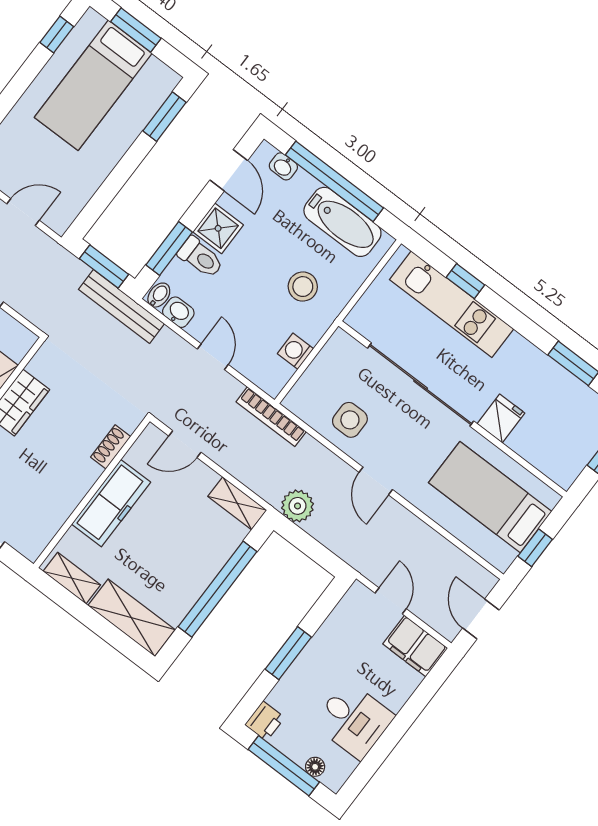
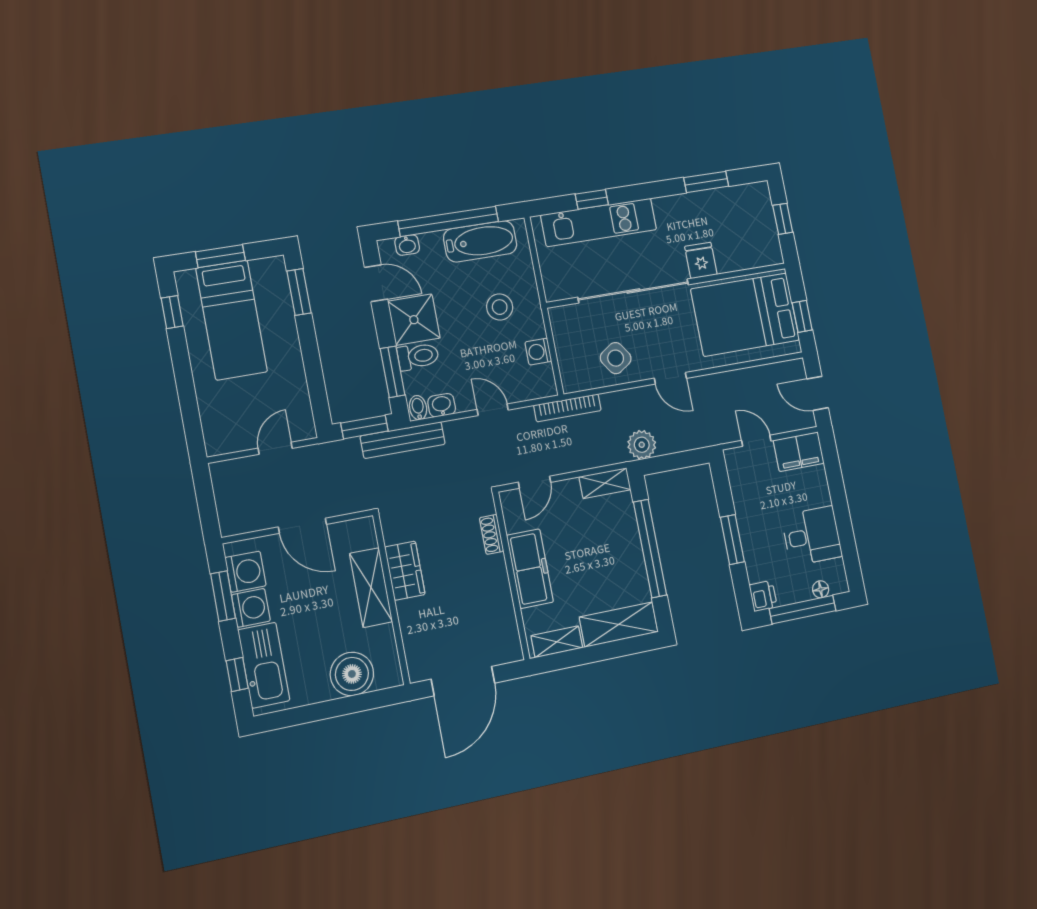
shower: (218, 228) -> (414, 320), width x1.36, depth x1.36
side table: (350, 420) -> (616, 358), turned -34
bed: (490, 497) -> (745, 315), width x1.50

